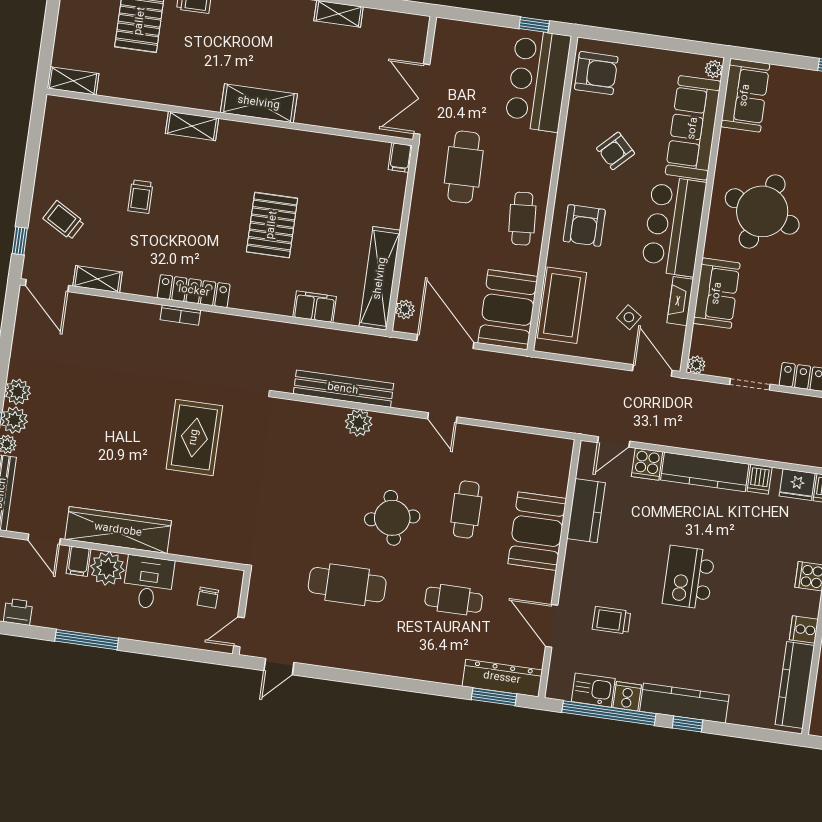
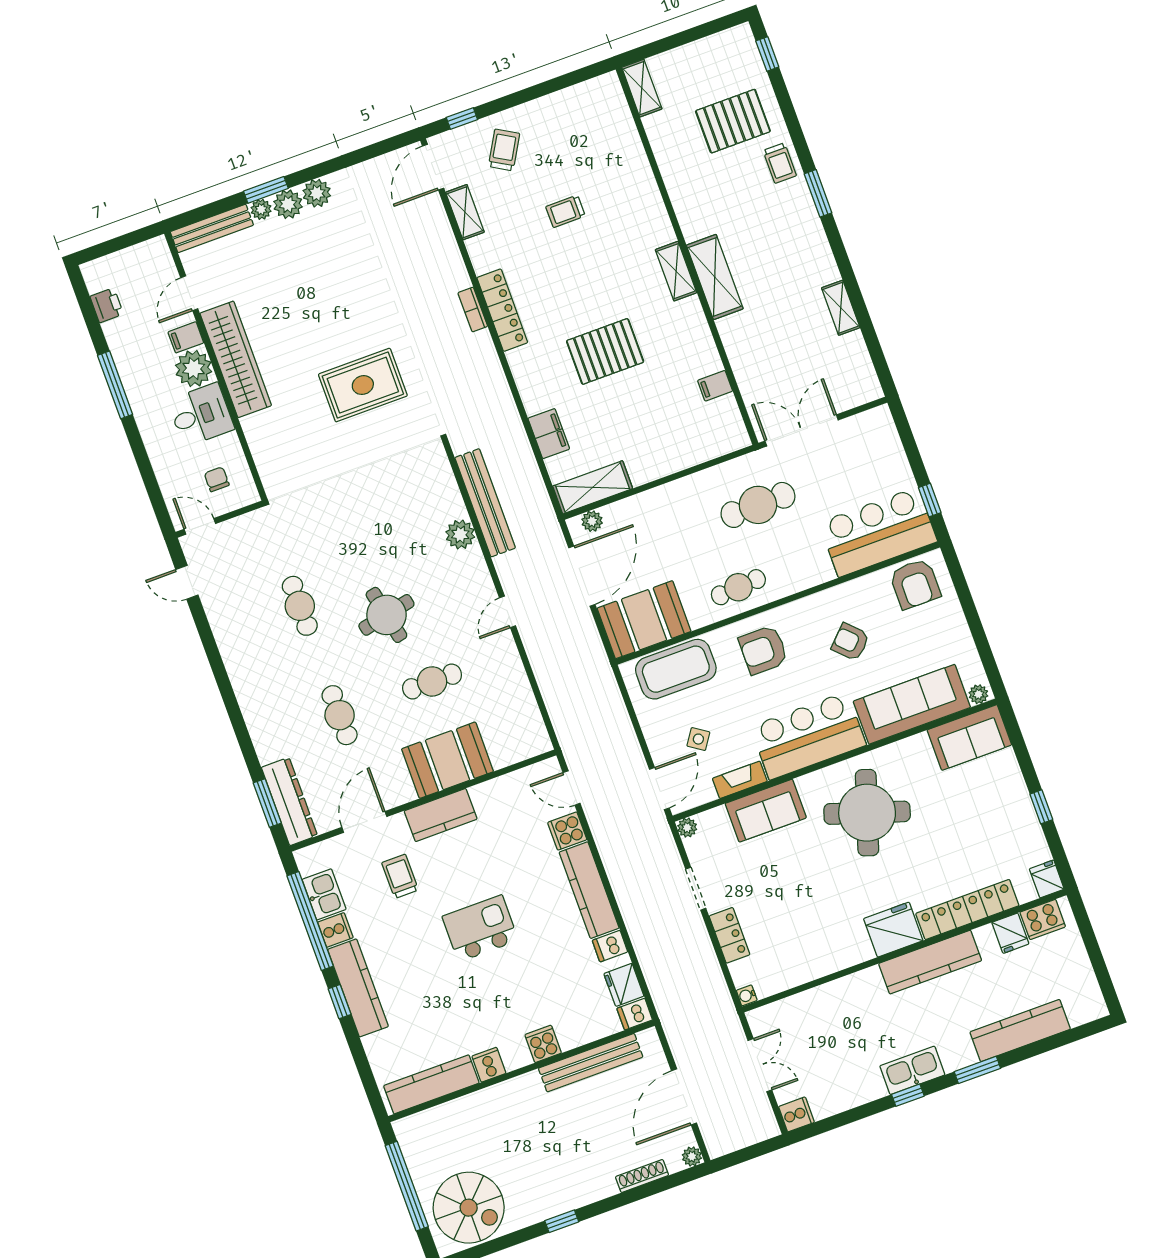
shelving: (192, 126) -> (676, 271), moved
filing cabinet: (400, 158) -> (715, 386), moved
shelving: (380, 278) -> (593, 487), width x0.68
kitchen counter: (586, 511) -> (441, 815), moved
cafe table: (347, 585) -> (300, 606), width x0.73, depth x0.74
chair: (208, 598) -> (217, 479), turned 88

